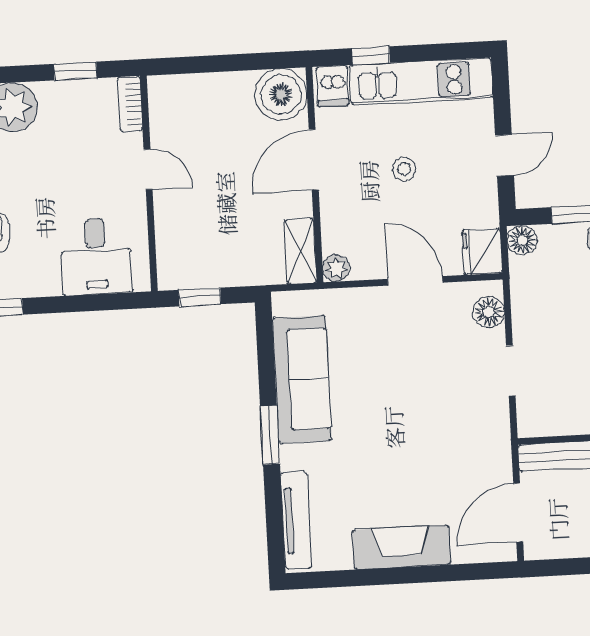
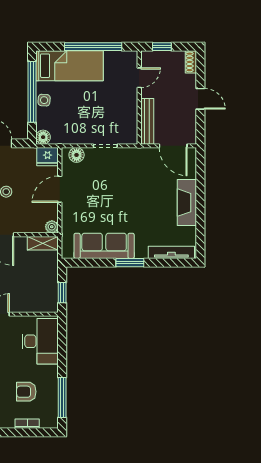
desk: (96, 256) -> (40, 341), width x1.37

